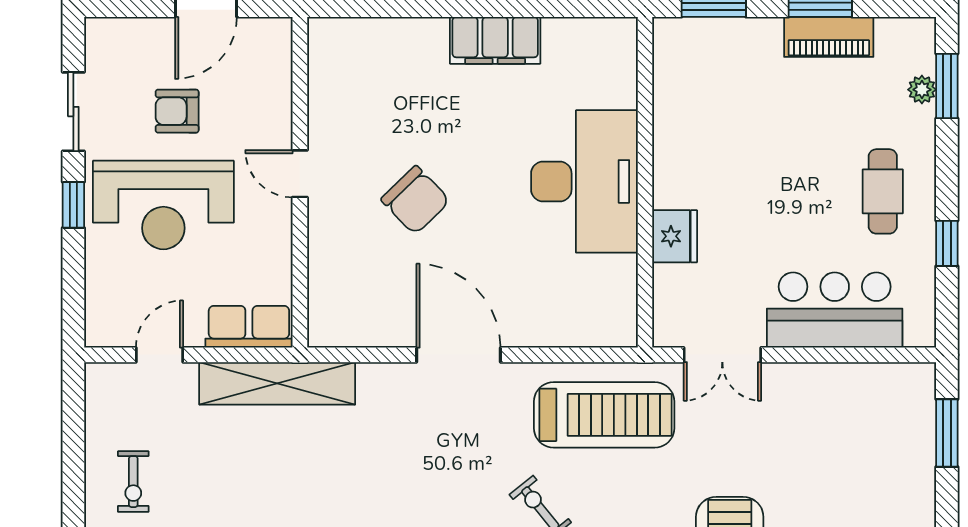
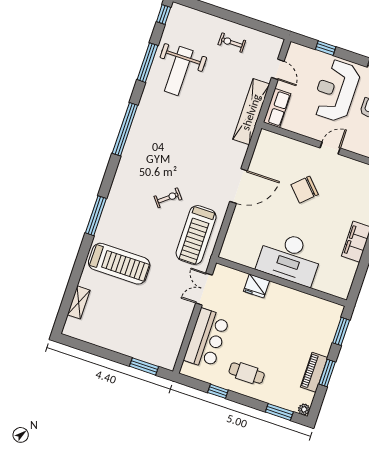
plant: (922, 90) -> (304, 409), moved
window: (73, 205) -> (326, 48), moved

